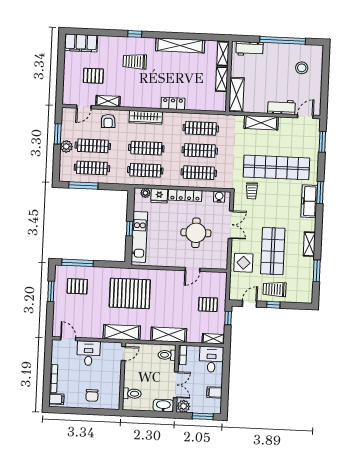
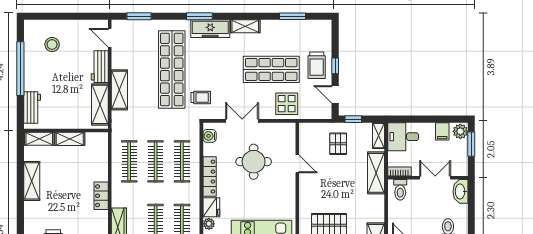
shelving: (180, 45) -> (32, 181), width x0.68
shelving: (236, 95) -> (100, 104), moved, turned 90
shelving: (309, 244) -> (245, 26), moved
shelving: (169, 335) -> (376, 173), moved
plant: (184, 406) -> (460, 131), moved

